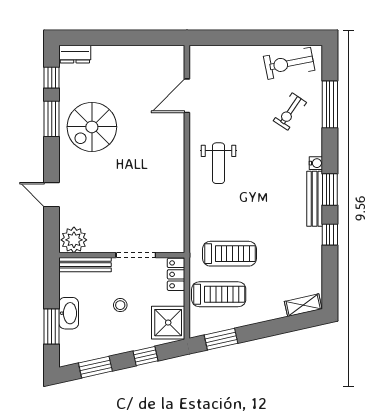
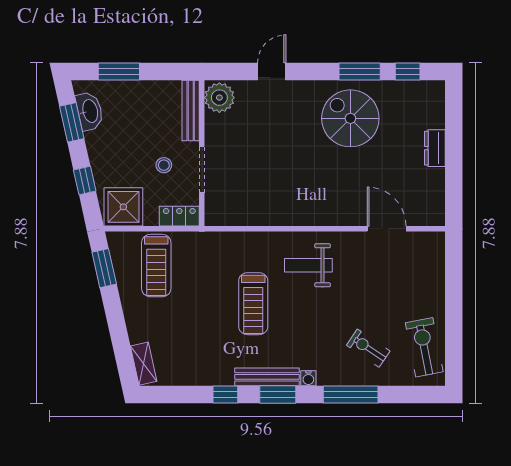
dresser: (75, 54) -> (435, 148), moved
window: (330, 104) -> (351, 394), moved
treadmill: (229, 254) -> (253, 304), moved
stool: (120, 305) -> (164, 165), moved
washbasin: (69, 313) -> (90, 111), moved, turned -103

